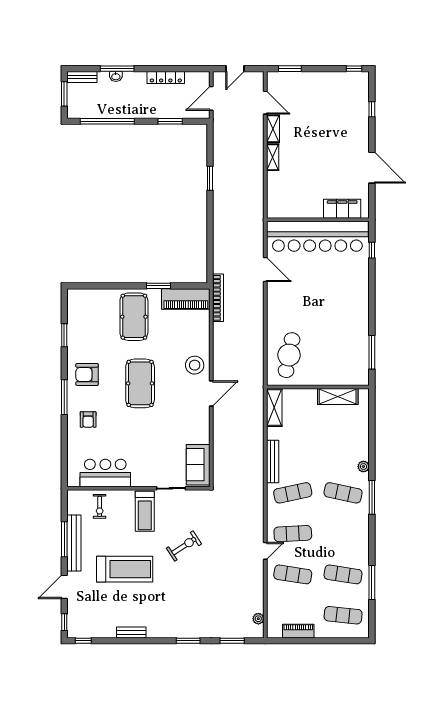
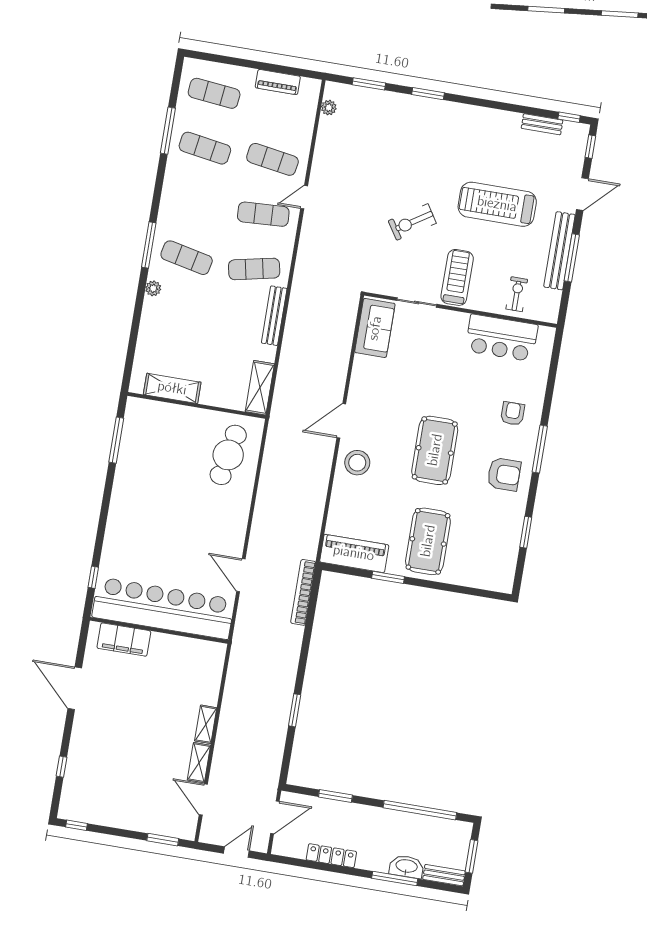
washbasin: (116, 76) -> (407, 867), width x1.91, depth x1.45
bookcase: (218, 298) -> (303, 592), moved
bench: (131, 632) -> (542, 124), moved

